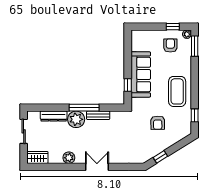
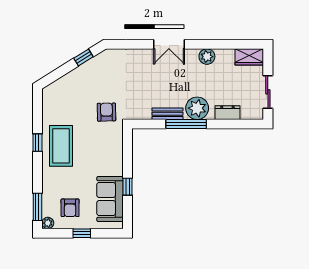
window: (173, 27) -> (82, 233), moved
sofa: (141, 74) -> (110, 199), moved, width x0.73
window: (128, 85) -> (128, 187), moved
window: (195, 115) -> (37, 143), moved
dresser: (54, 116) -> (227, 113), width x0.70
armchair: (158, 123) -> (106, 112), moved

